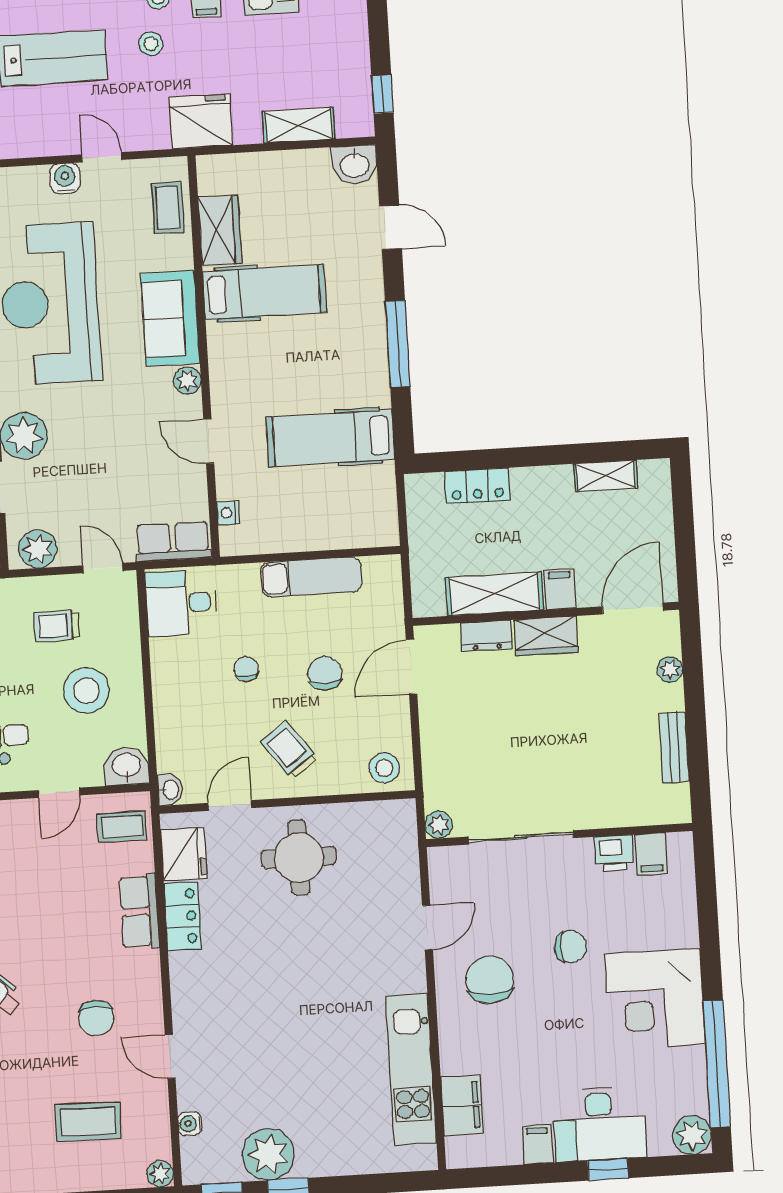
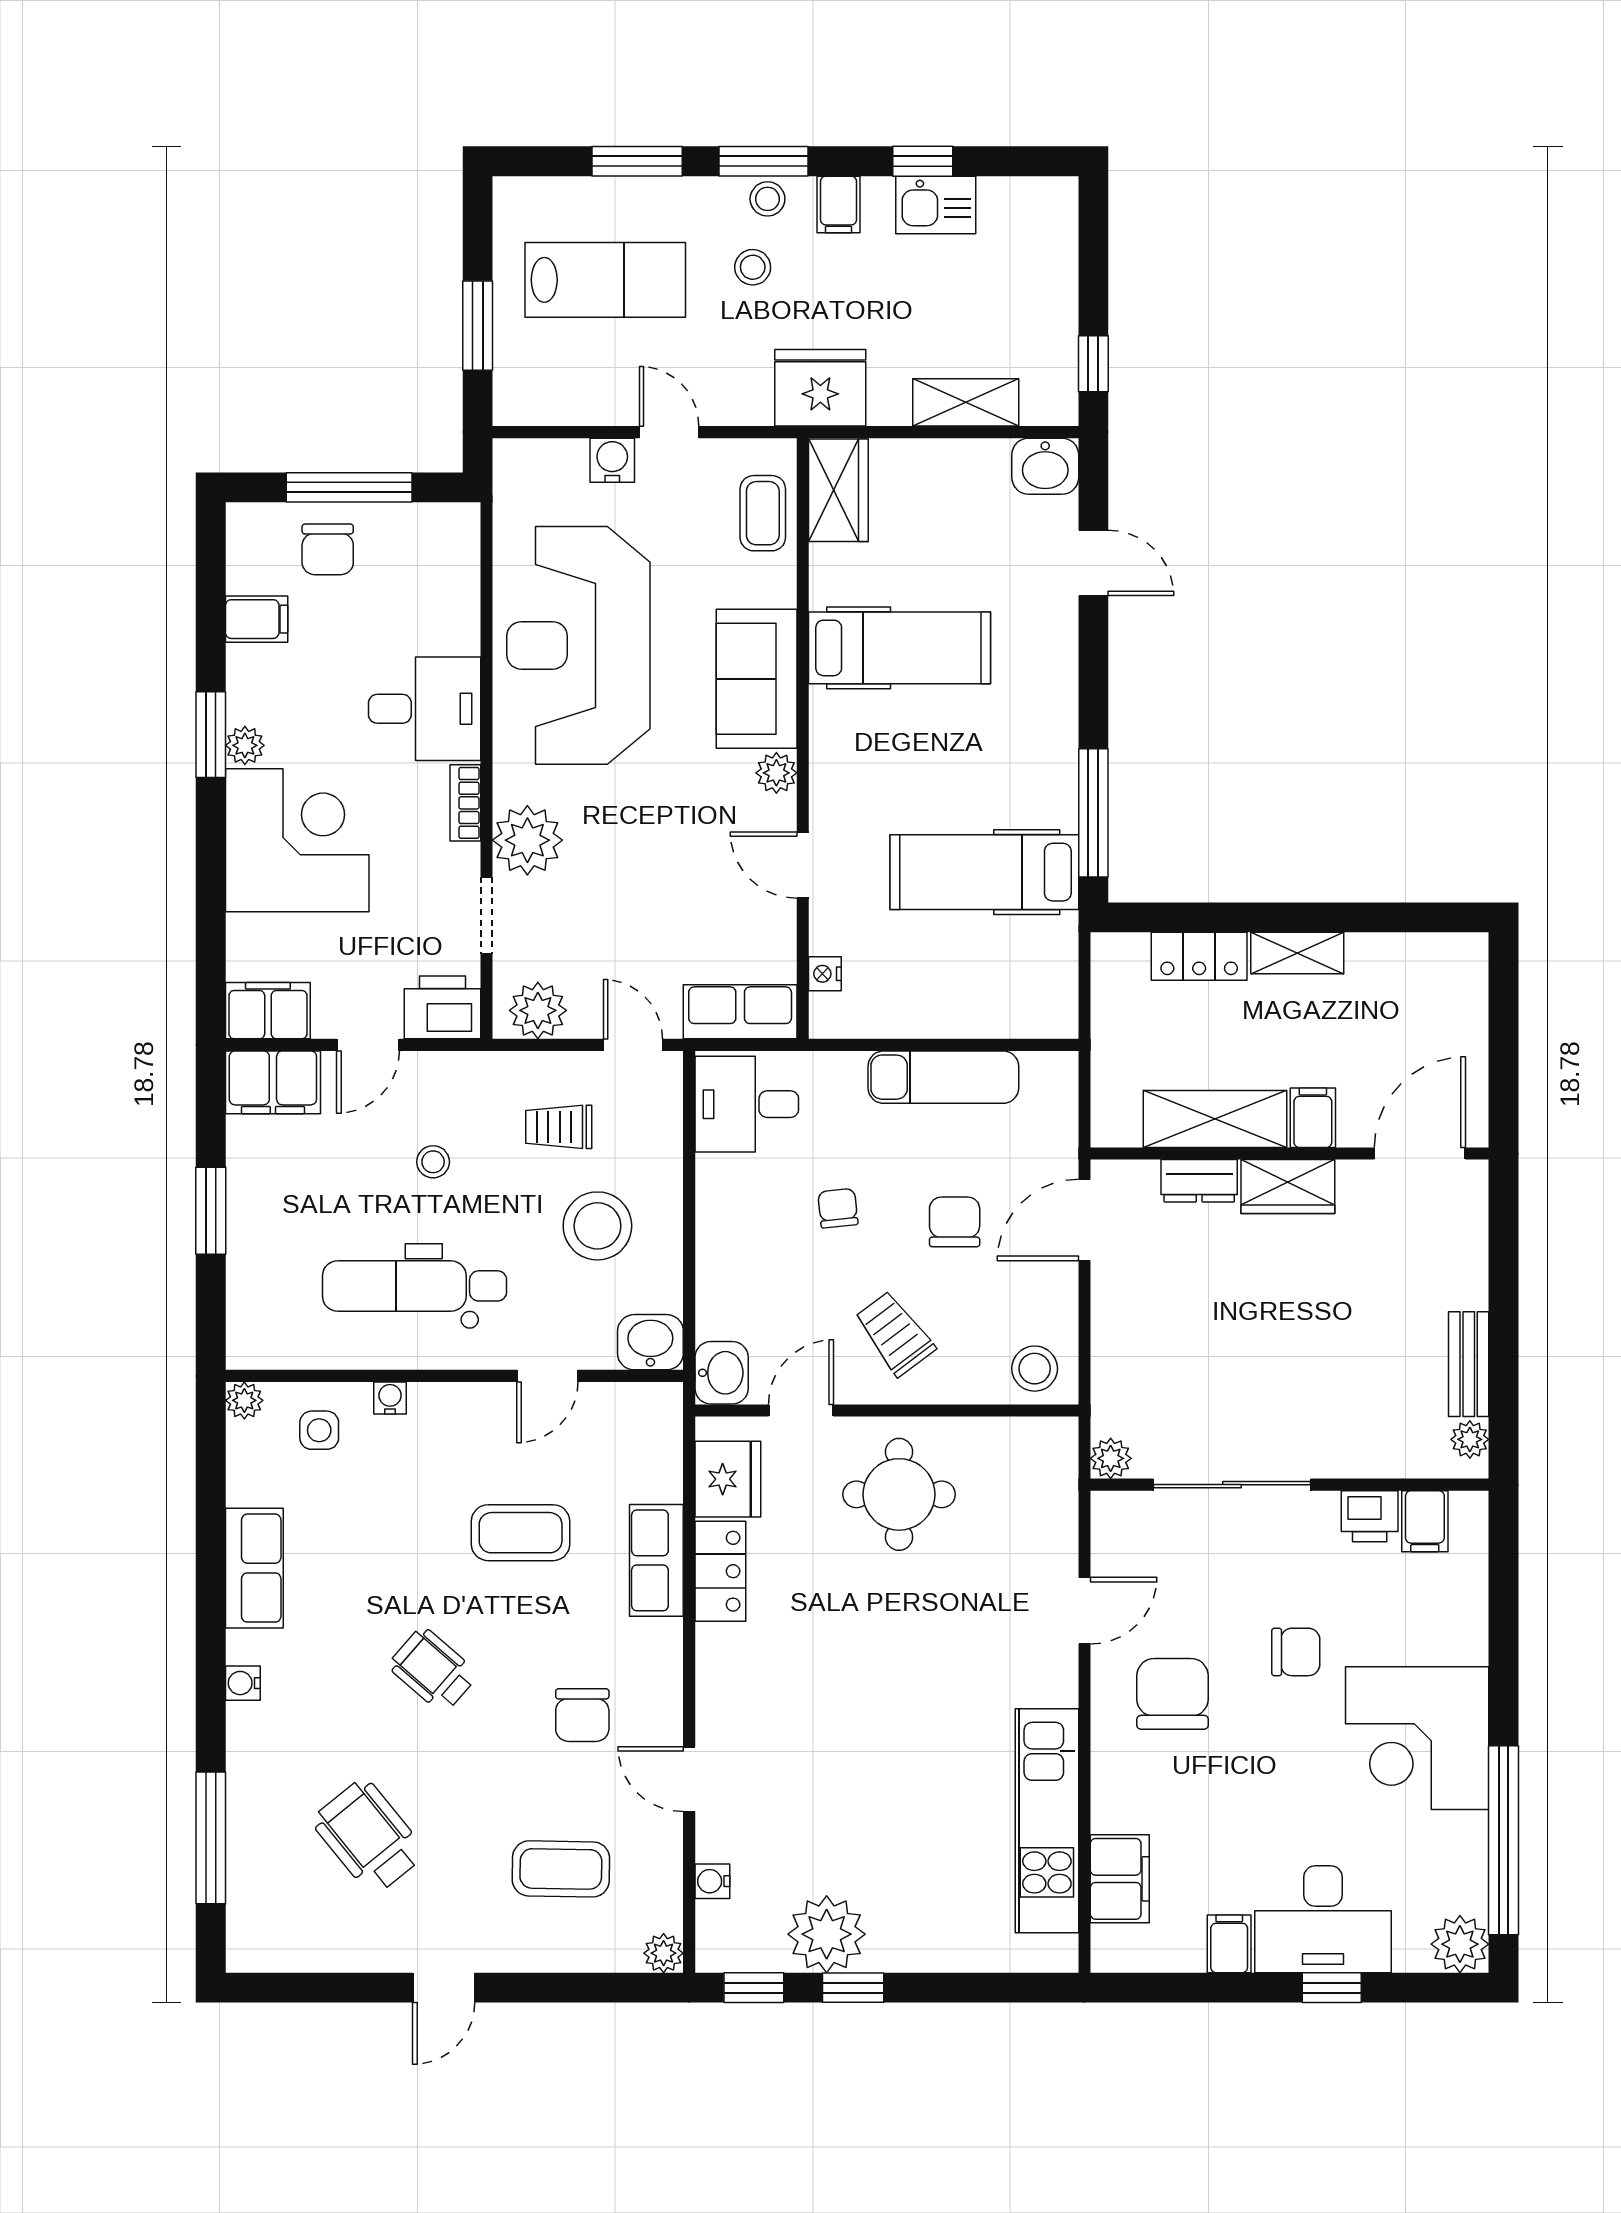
wardrobe: (220, 230) -> (838, 490), moved
window: (398, 344) -> (1093, 813), moved
shelving: (606, 476) -> (1297, 953), moved
plant: (670, 669) -> (1470, 1439), moved
washbasin: (170, 790) -> (722, 1373), width x1.38, depth x1.45
coffee table: (122, 827) -> (521, 1533), moved, width x1.36, depth x1.30

